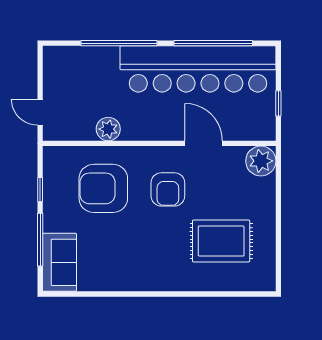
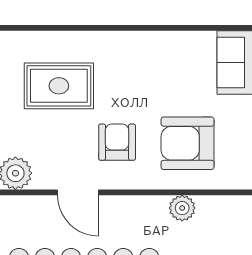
armchair: (103, 188) -> (188, 143), turned 180

